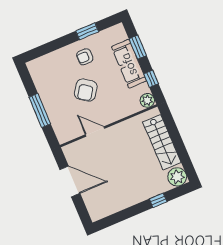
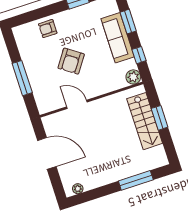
armchair: (85, 57) -> (48, 29), moved
window: (176, 138) -> (160, 118), added
plant: (177, 177) -> (78, 189), moved, width x0.53, depth x0.53
window: (158, 200) -> (136, 180), width x2.17

